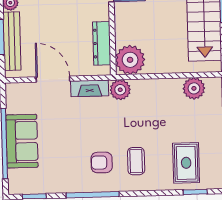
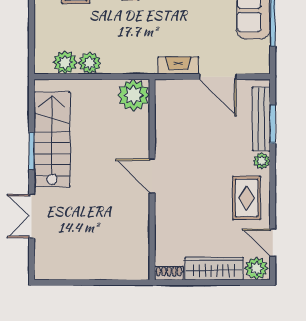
dresser: (102, 43) -> (164, 114), removed
plant: (120, 90) -> (90, 63), moved

